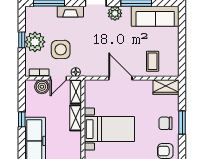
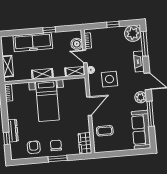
plant: (35, 42) -> (133, 33), moved
side table: (61, 49) -> (109, 79), moved
shelving: (76, 118) -> (42, 74), moved

